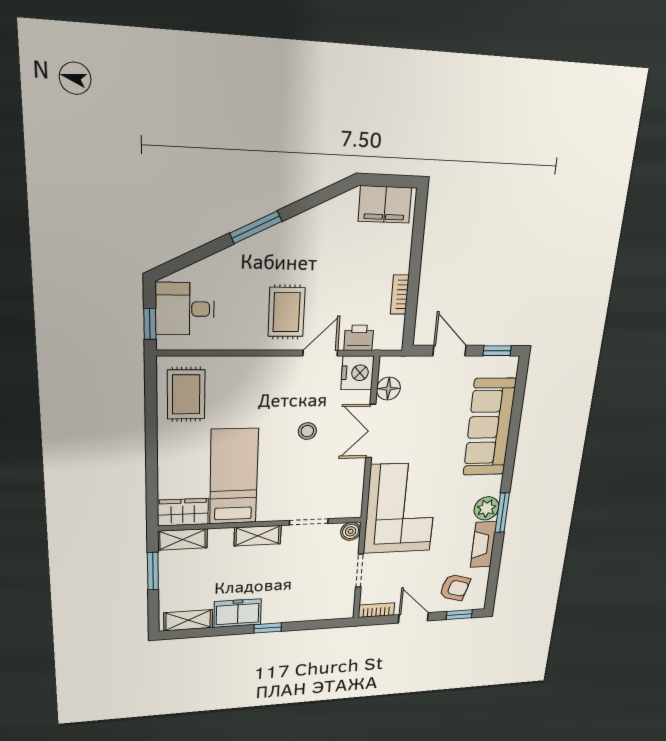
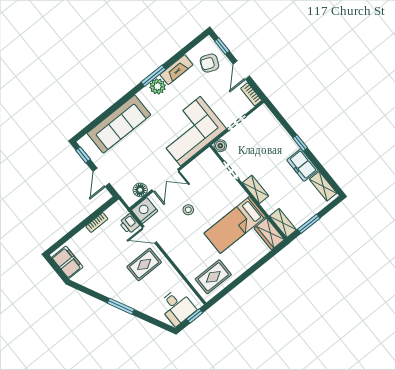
armchair: (455, 588) -> (209, 63), turned -84

